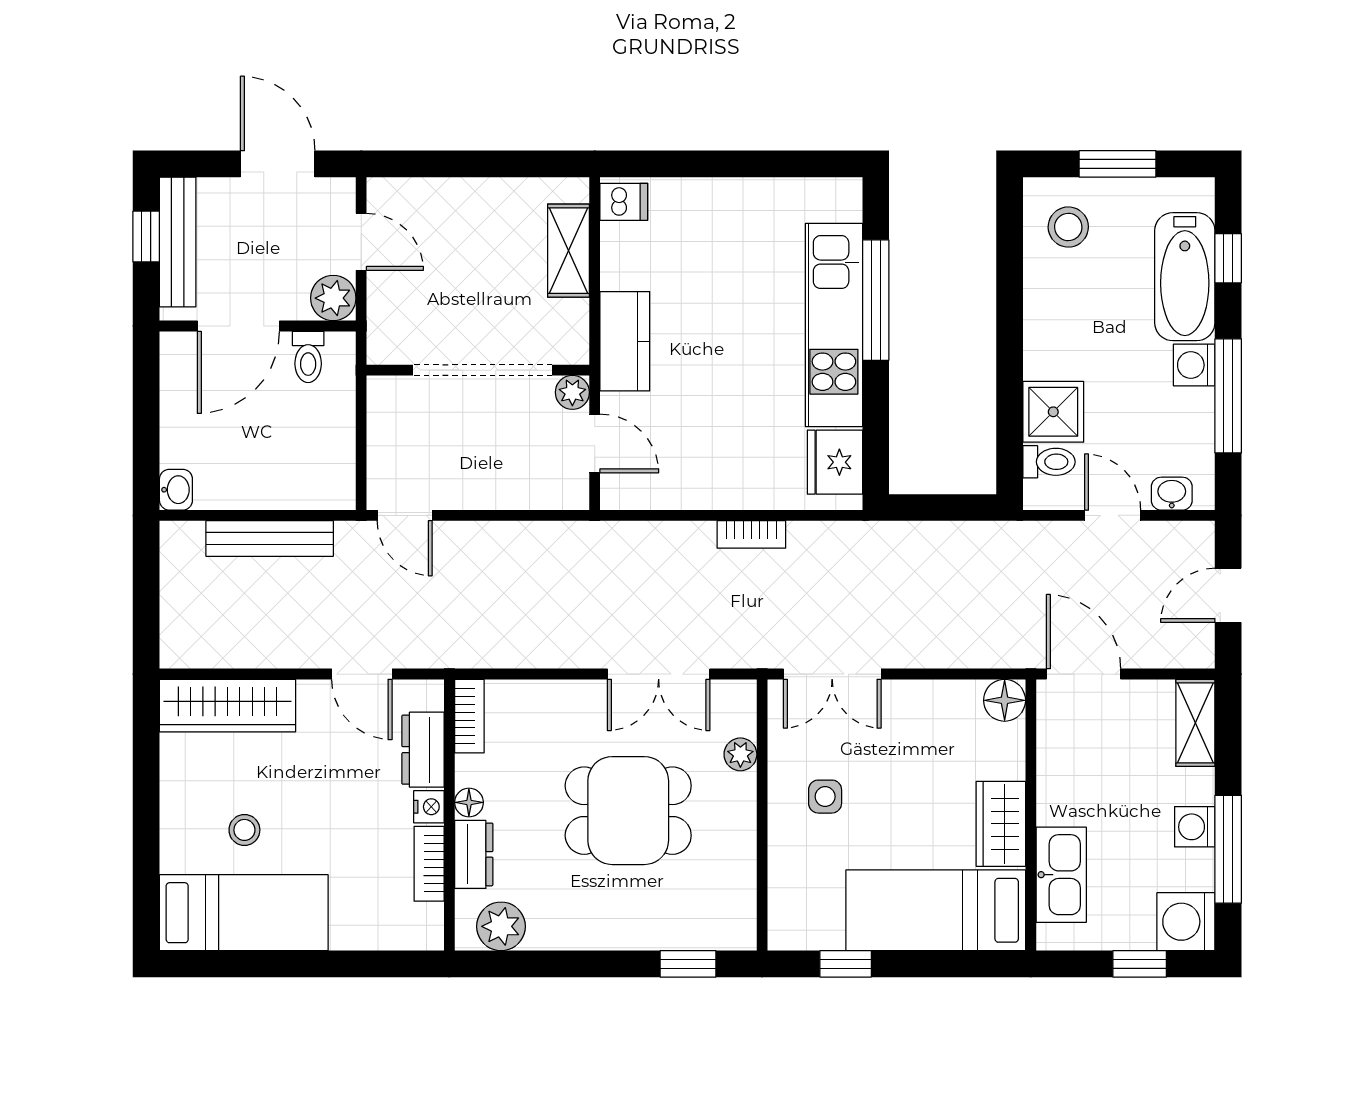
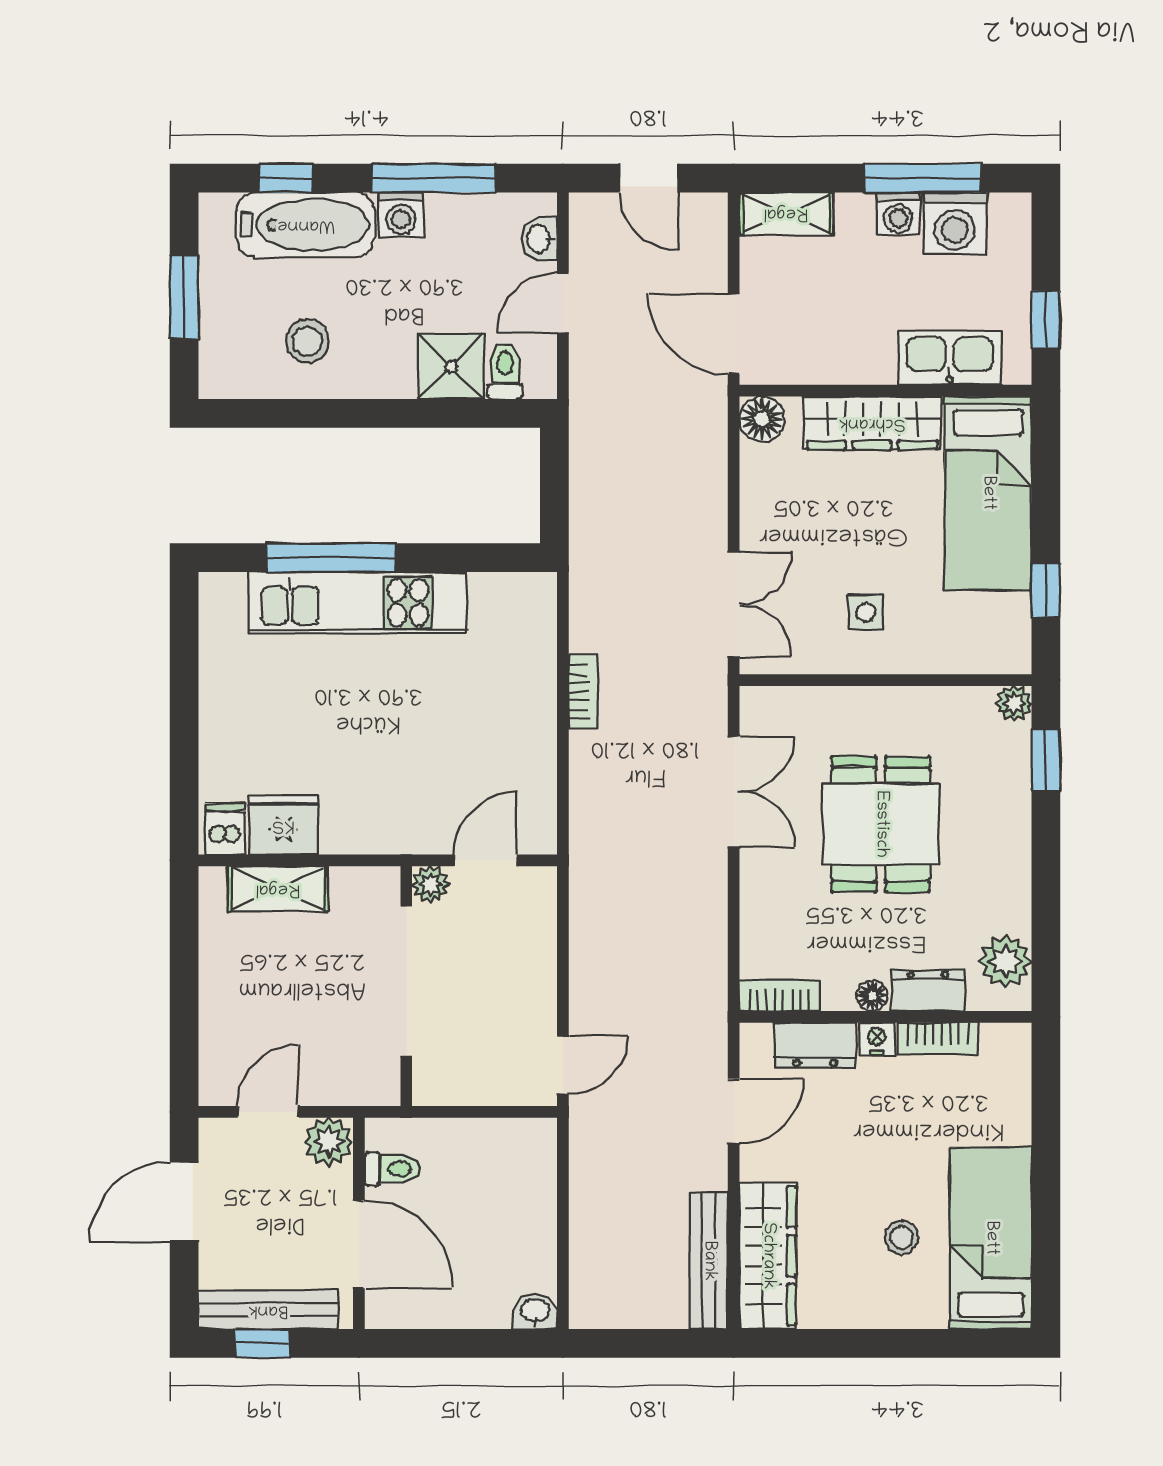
stool: (1068, 227) -> (308, 341), moved
kitchen counter: (625, 341) -> (375, 828), removed
fridge: (835, 462) -> (283, 825), moved, turned 180
bench: (270, 539) -> (709, 1261), moved
door: (1084, 674) -> (734, 334), hinge flipped
plant: (740, 754) -> (1014, 703), moved
wardrobe: (1001, 824) -> (872, 423), width x1.50
washing machine: (1186, 922) -> (955, 224), moved
window: (1140, 964) -> (1046, 320), moved

